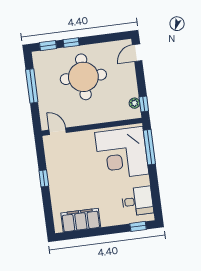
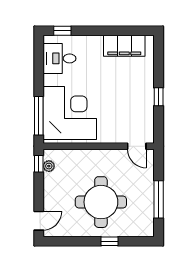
window: (48, 46) -> (135, 241), removed

